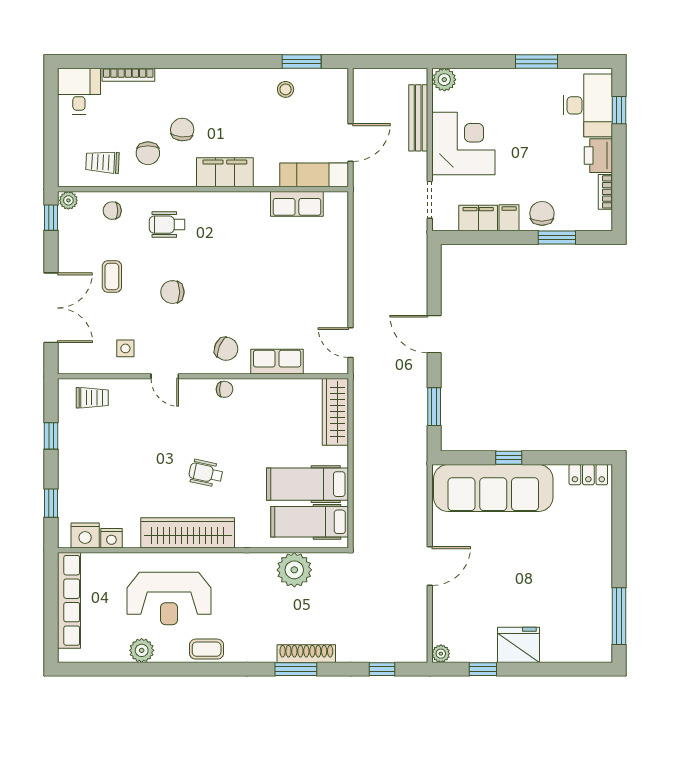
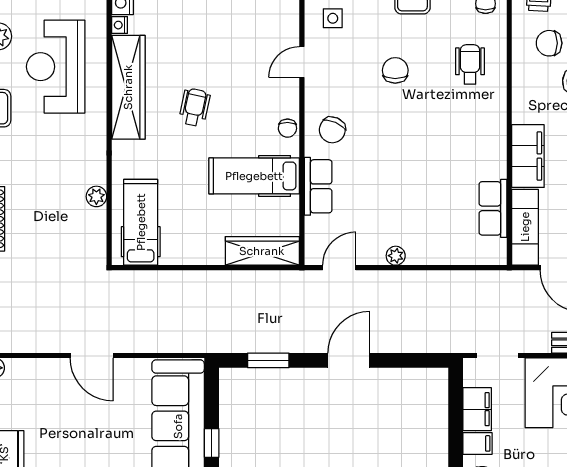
filing cabinet: (225, 172) -> (528, 156), moved
plant: (340, 292) -> (396, 256), added
hospital bed: (307, 484) -> (254, 176), moved, turned -90
nightstand: (131, 541) -> (120, 25), added
plant: (294, 570) -> (96, 196), width x0.53, depth x0.53

